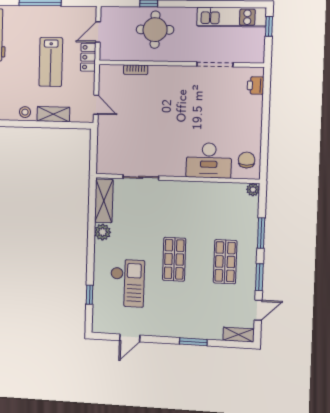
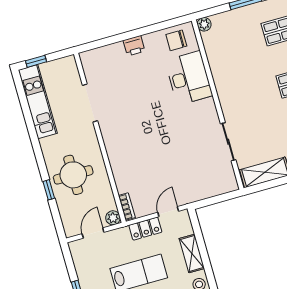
door: (98, 32) -> (93, 233), swing flipped
plant: (106, 54) -> (113, 218), added
locker: (88, 57) -> (145, 229), moved
bookcase: (136, 70) -> (127, 206), moved
printer: (255, 85) -> (134, 46), moved

